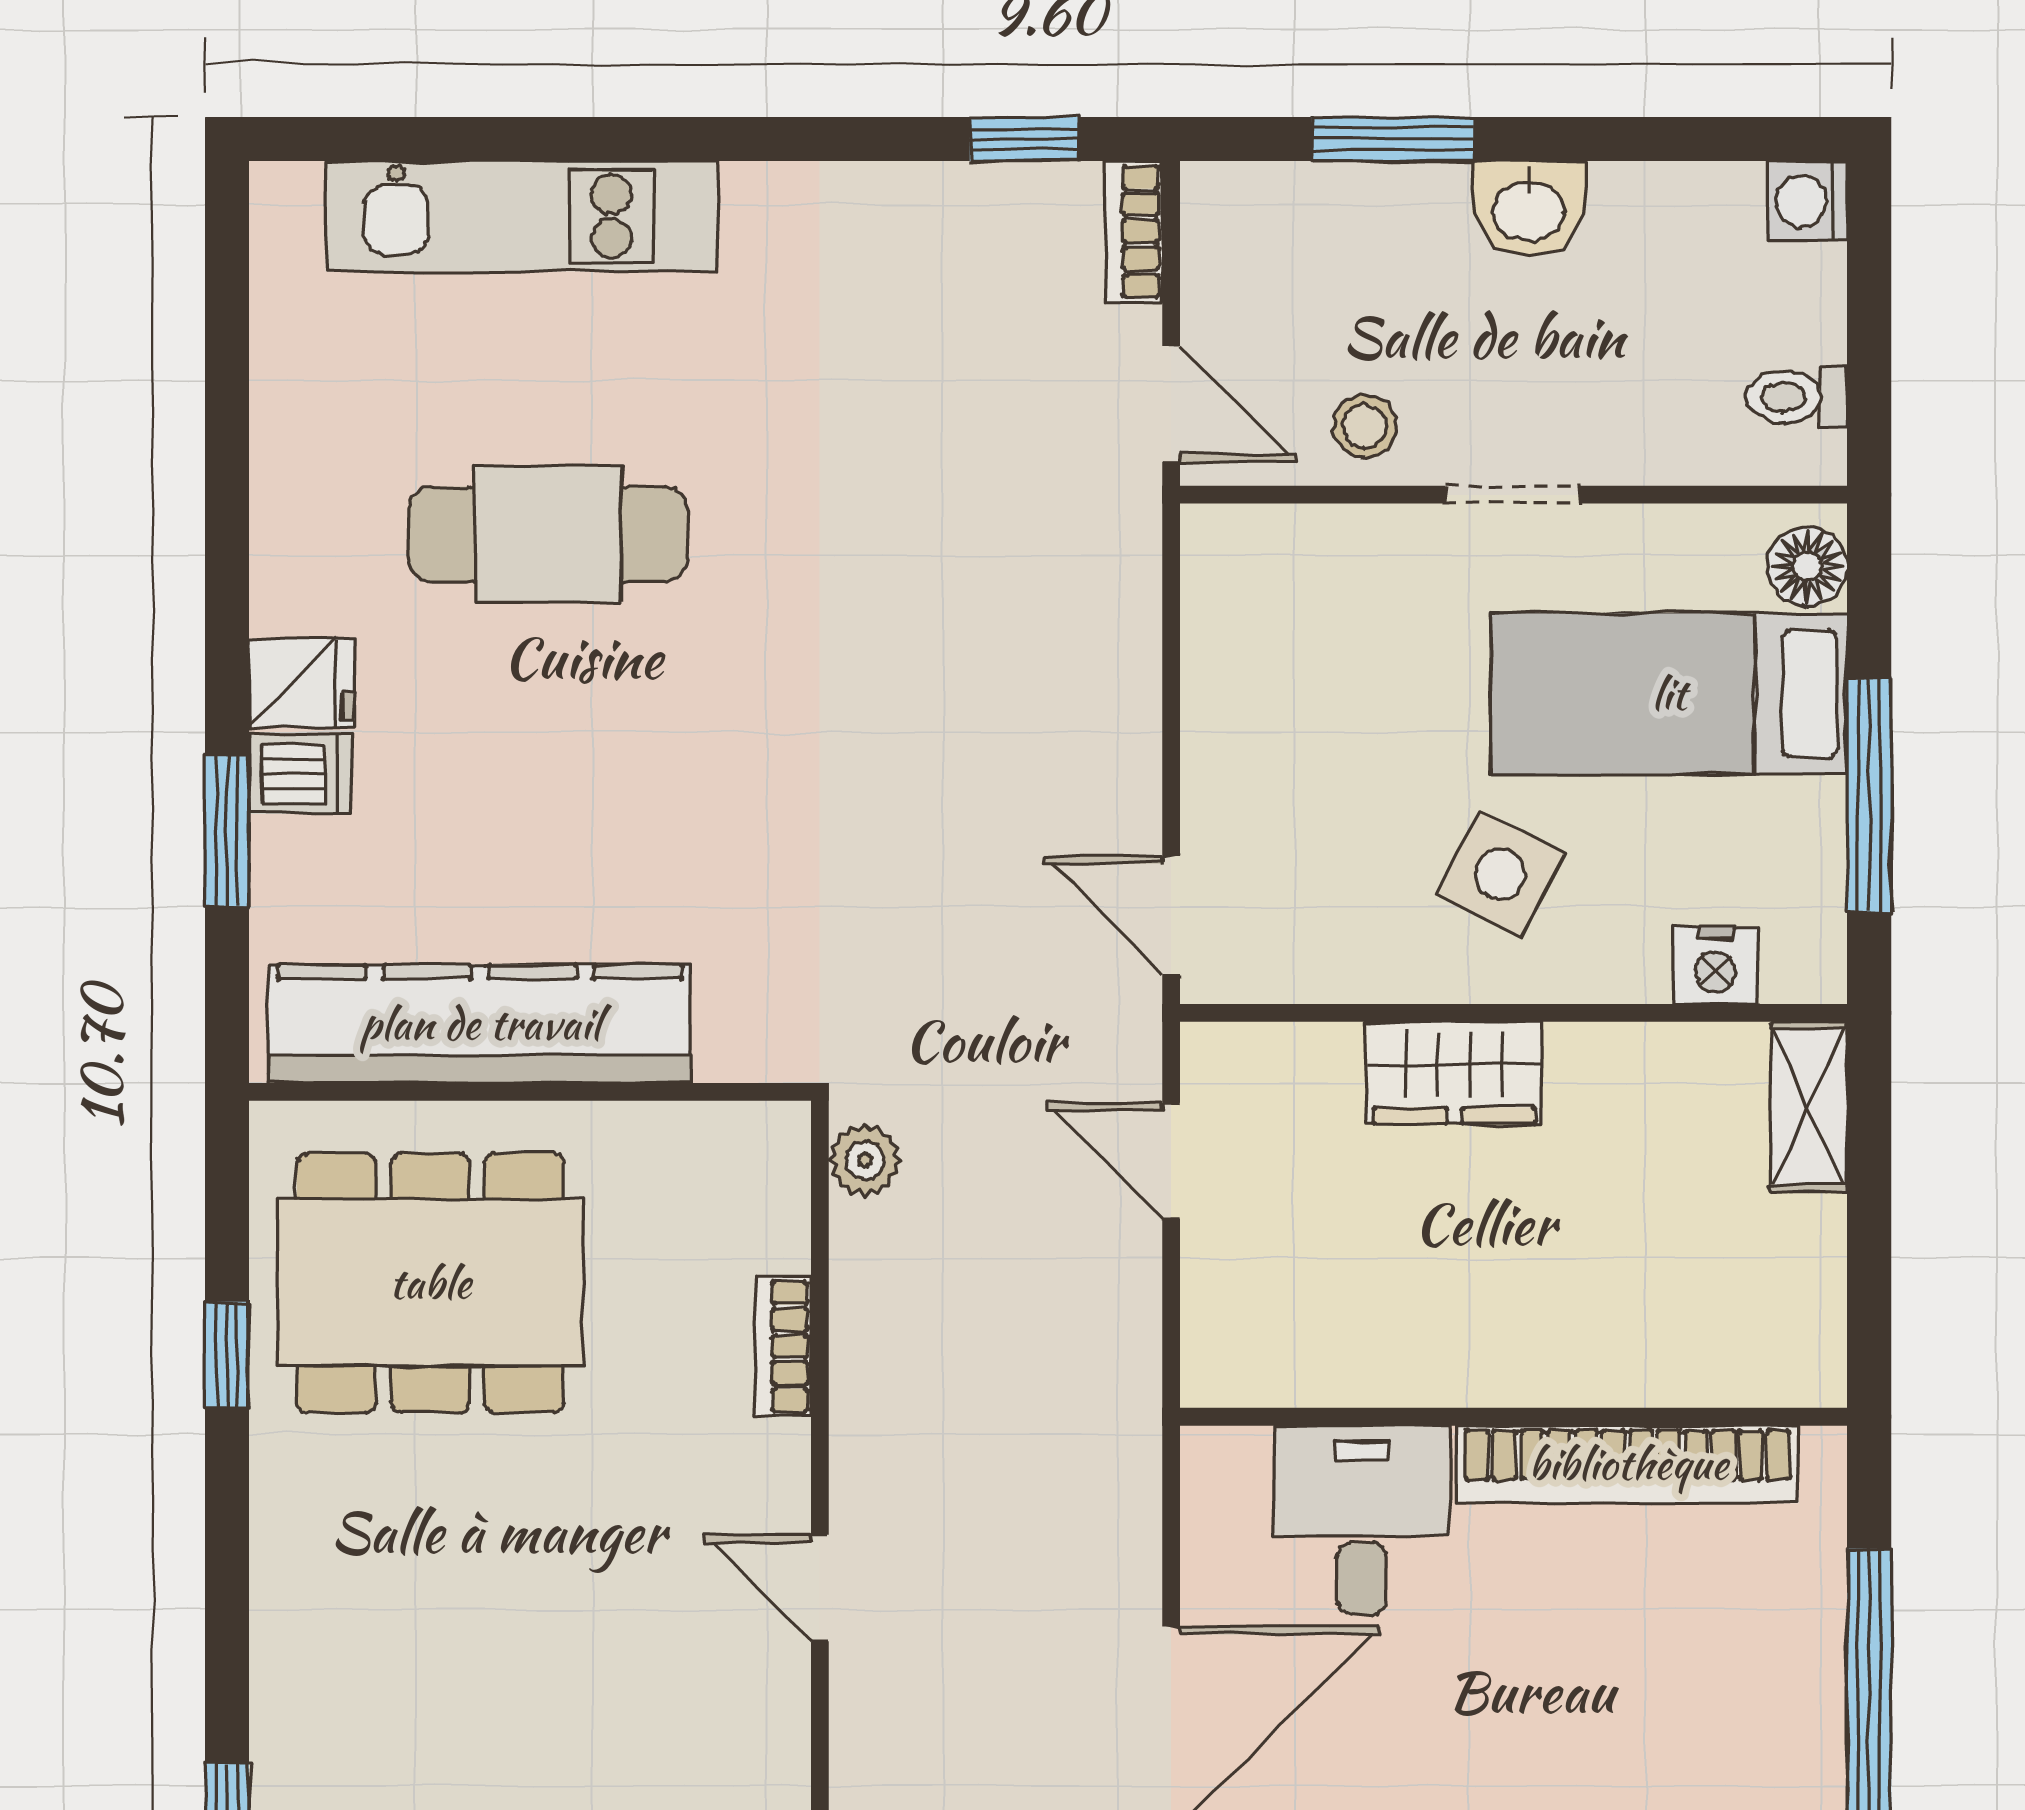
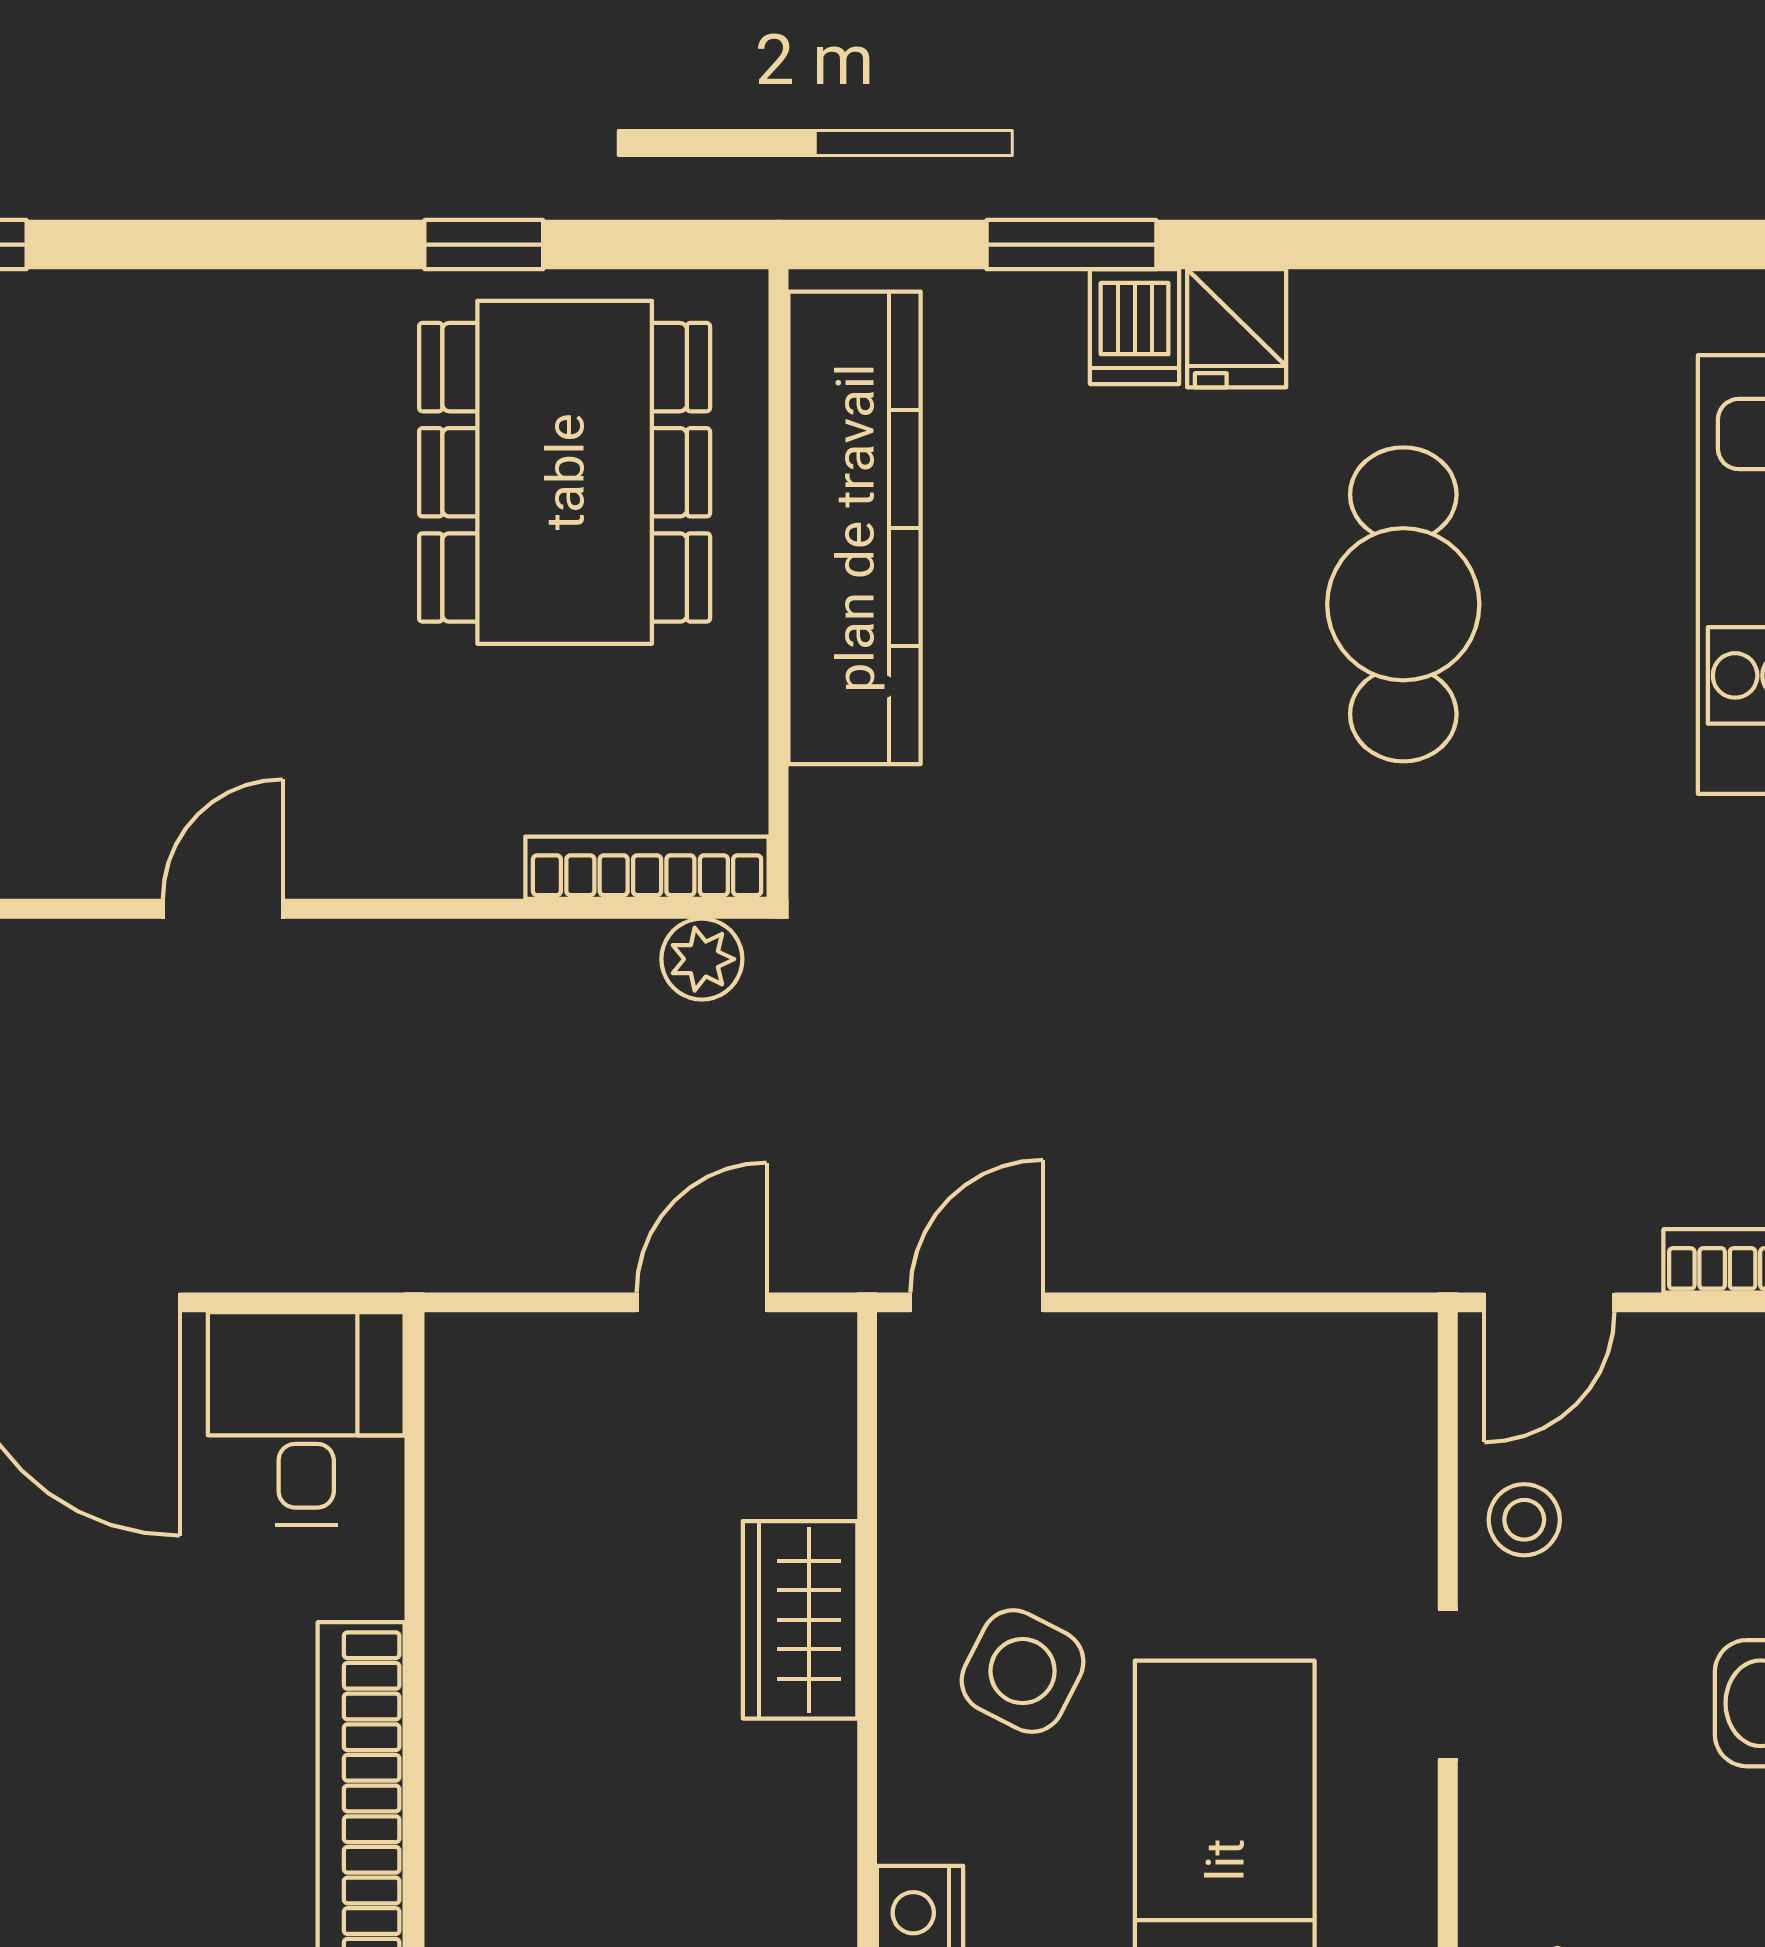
bookcase: (783, 1346) -> (647, 868), moved, width x1.56
desk: (1362, 1520) -> (306, 1418), moved, turned -90

